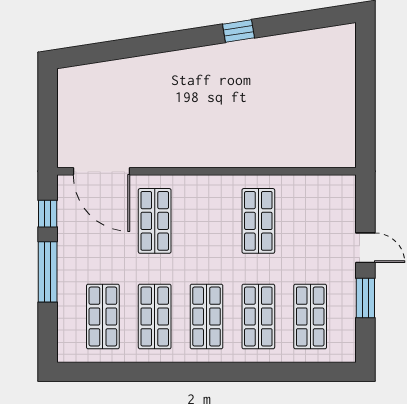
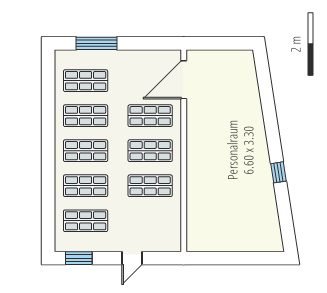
window: (48, 214) -> (155, 43), removed
shop shelf: (207, 221) -> (150, 151), added
window: (48, 272) -> (96, 43), moved
window: (365, 298) -> (79, 258), moved

